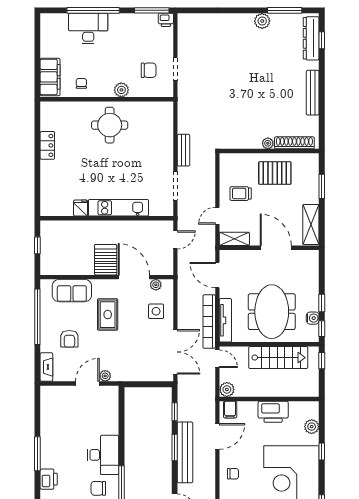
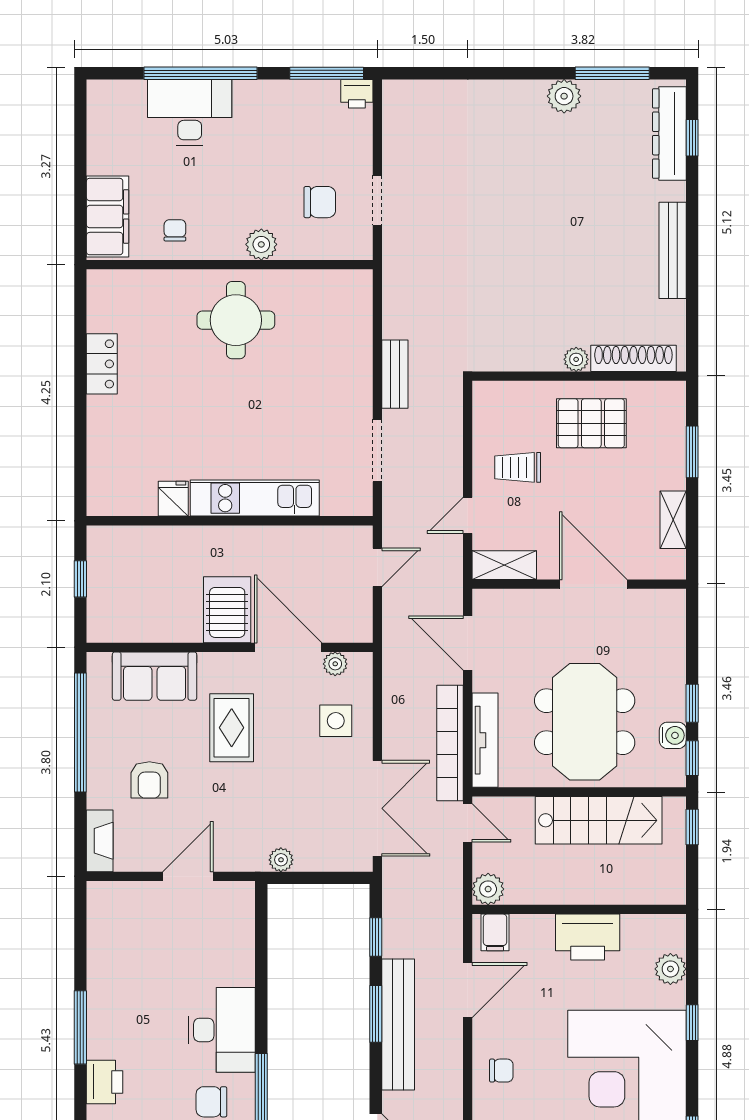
shelving: (311, 225) -> (673, 520), width x0.67, depth x0.75
plant: (105, 376) -> (281, 860), moved

